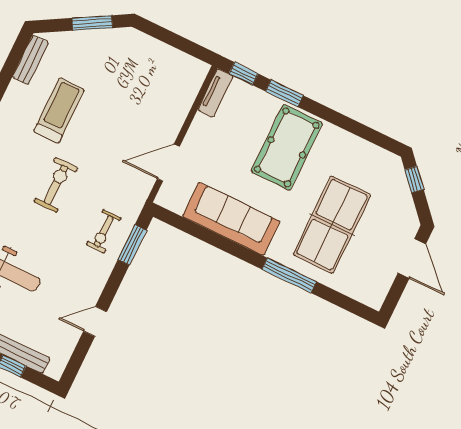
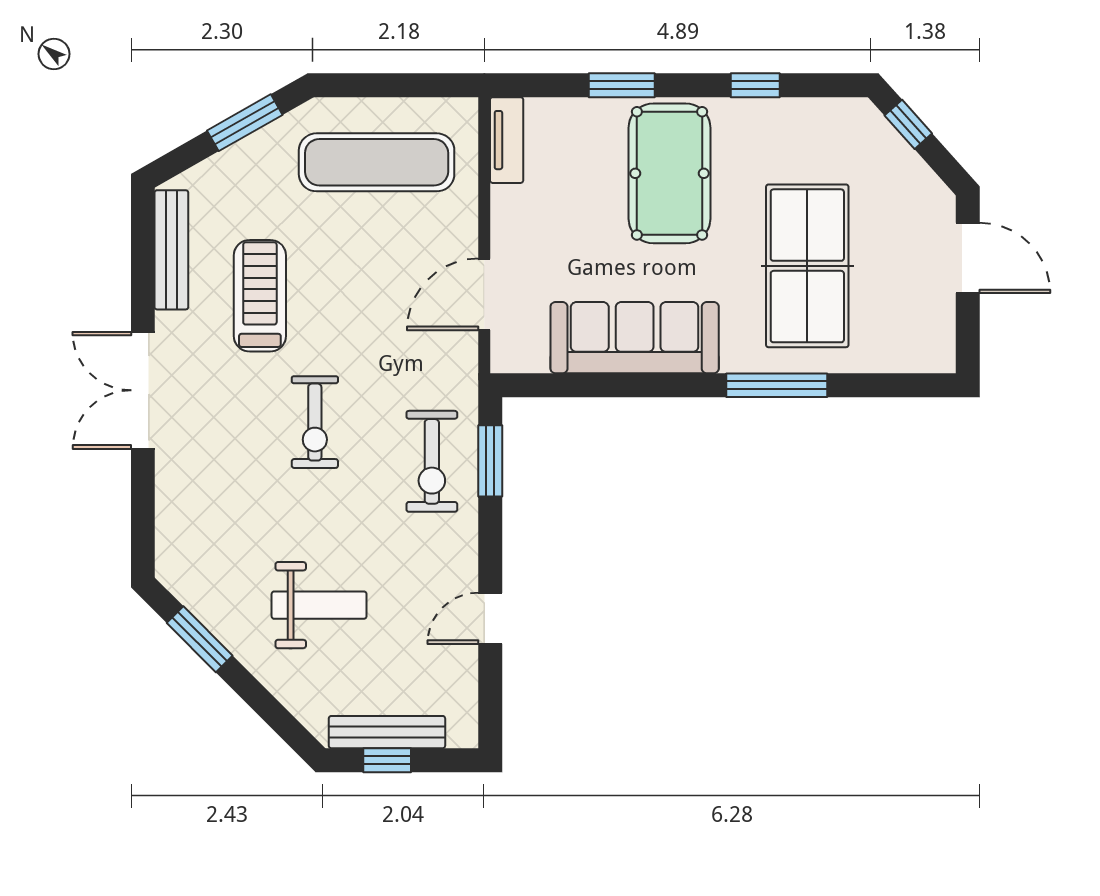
bench: (31, 60) -> (171, 250), width x1.36
exercise mat: (147, 73) -> (377, 162), added
window: (244, 74) -> (755, 85), moved
exercise bike: (56, 185) -> (315, 422), turned 180
exercise bike: (104, 231) -> (432, 461), width x1.38, depth x1.39

